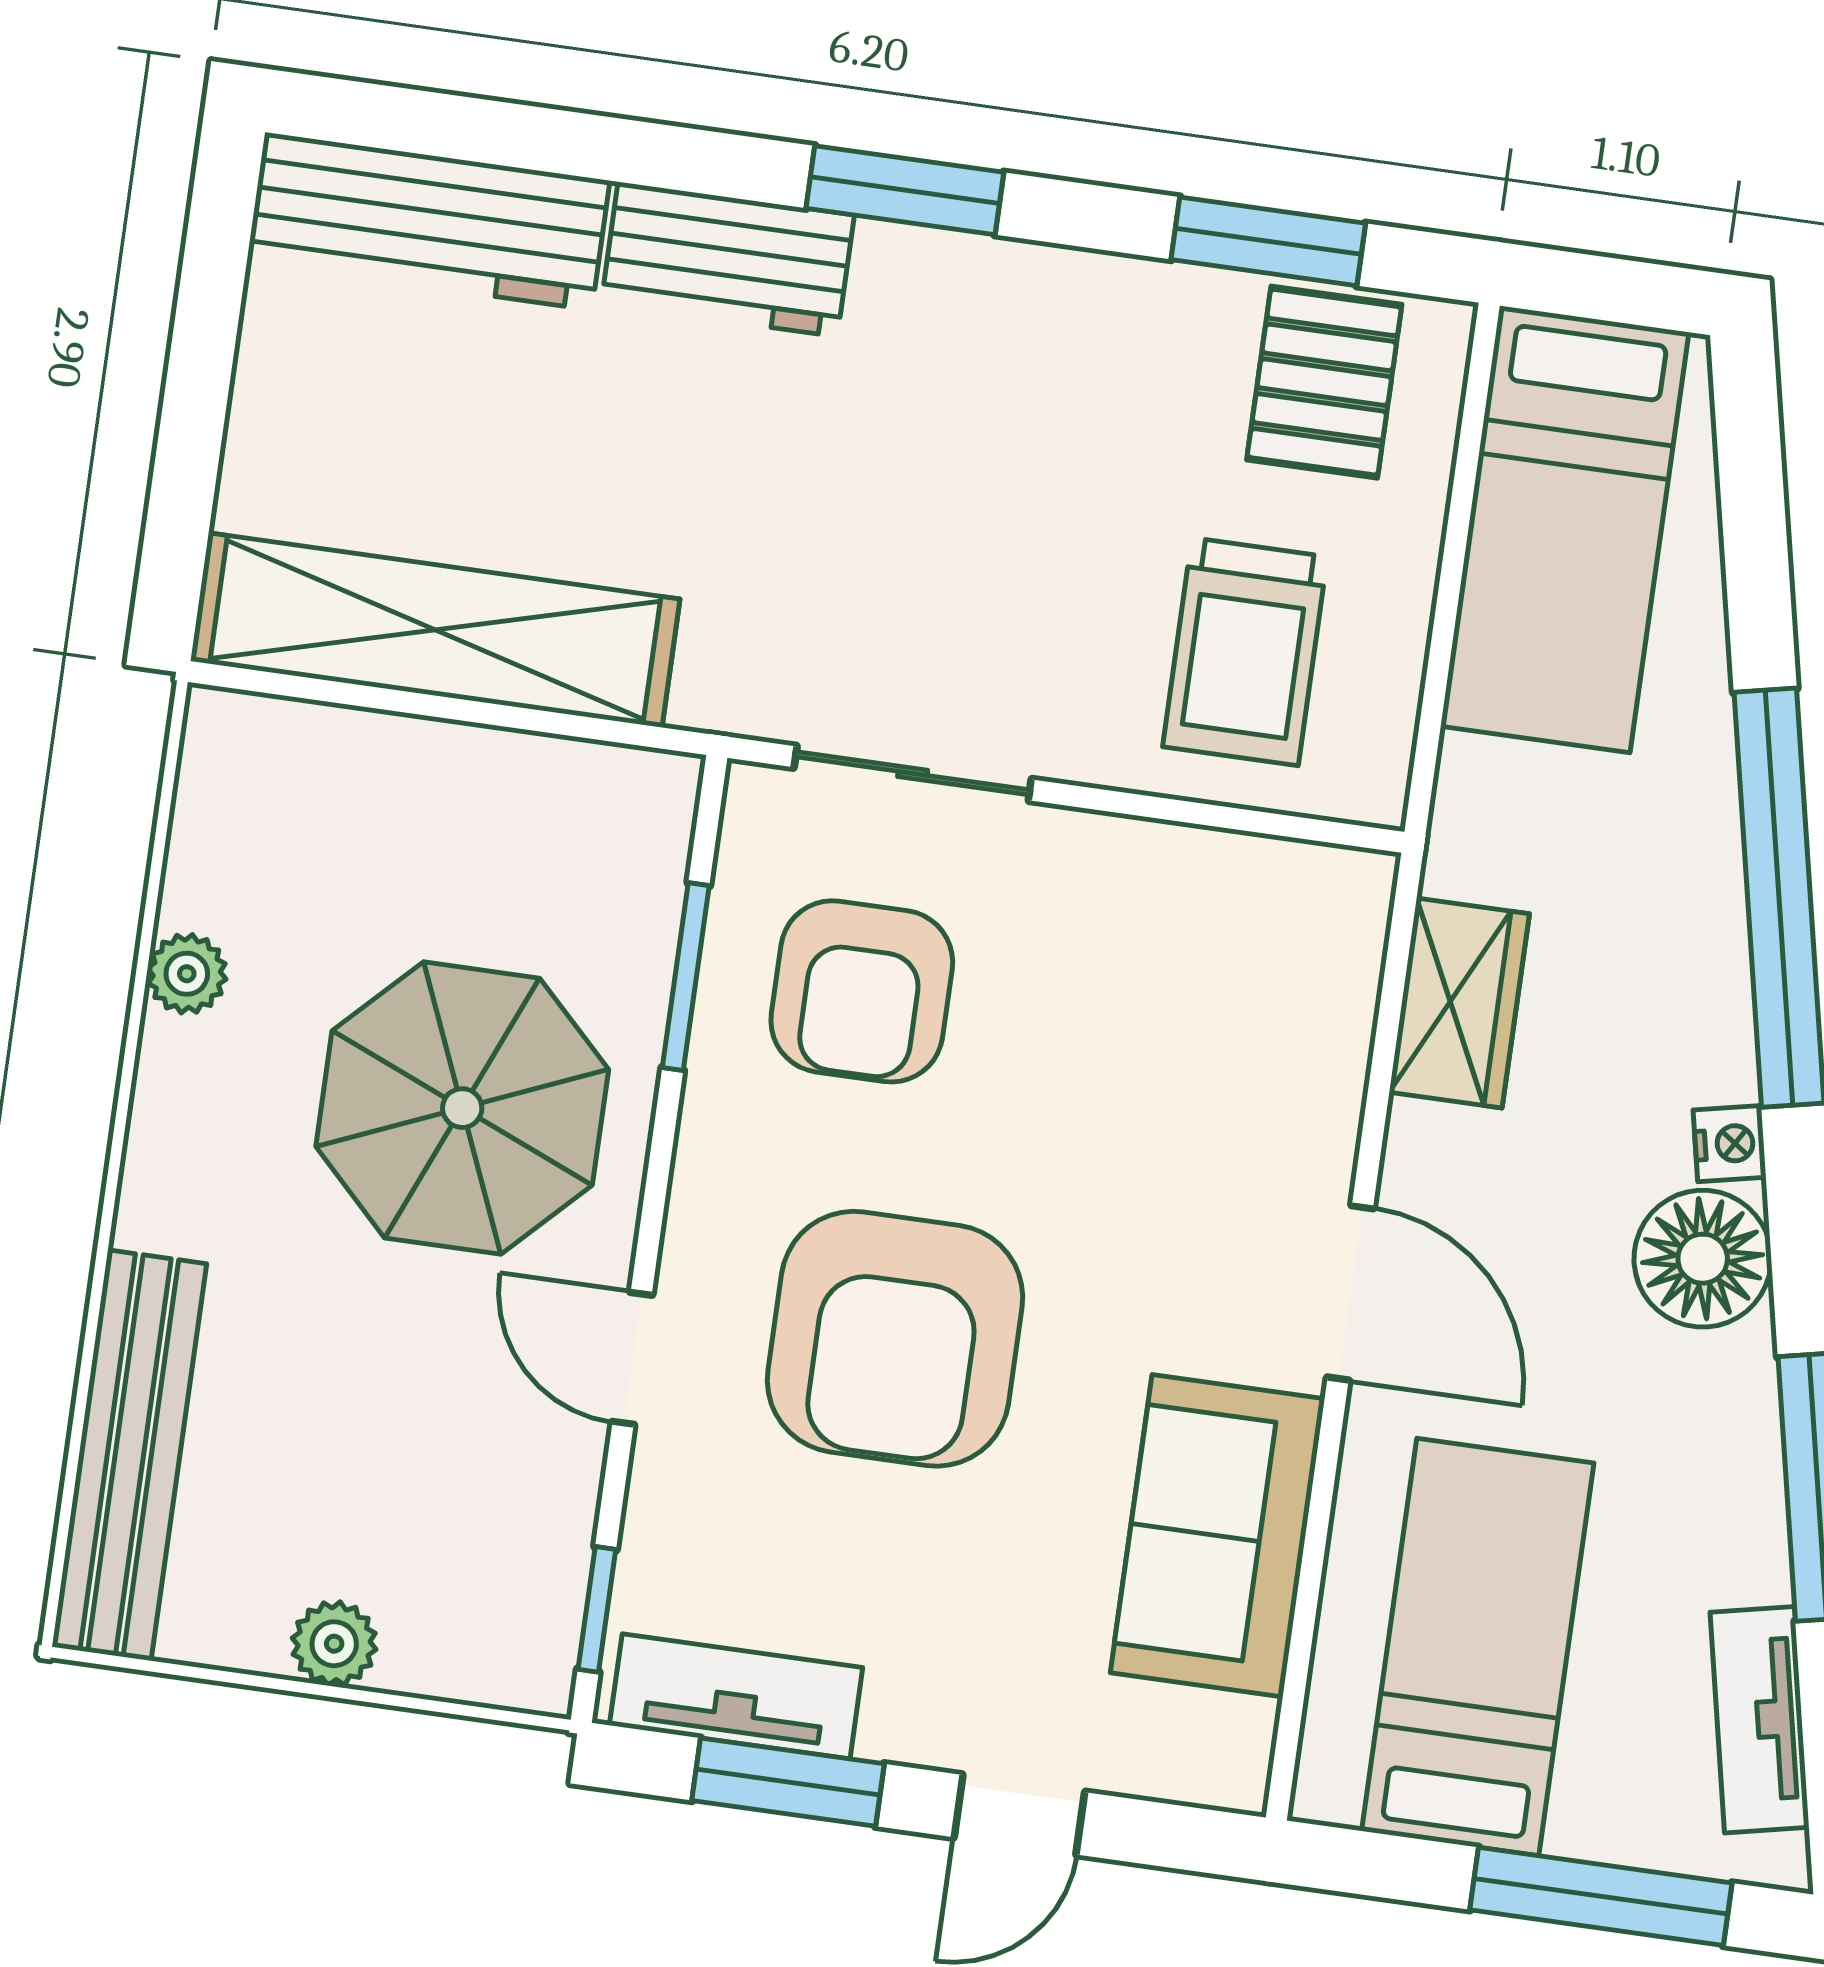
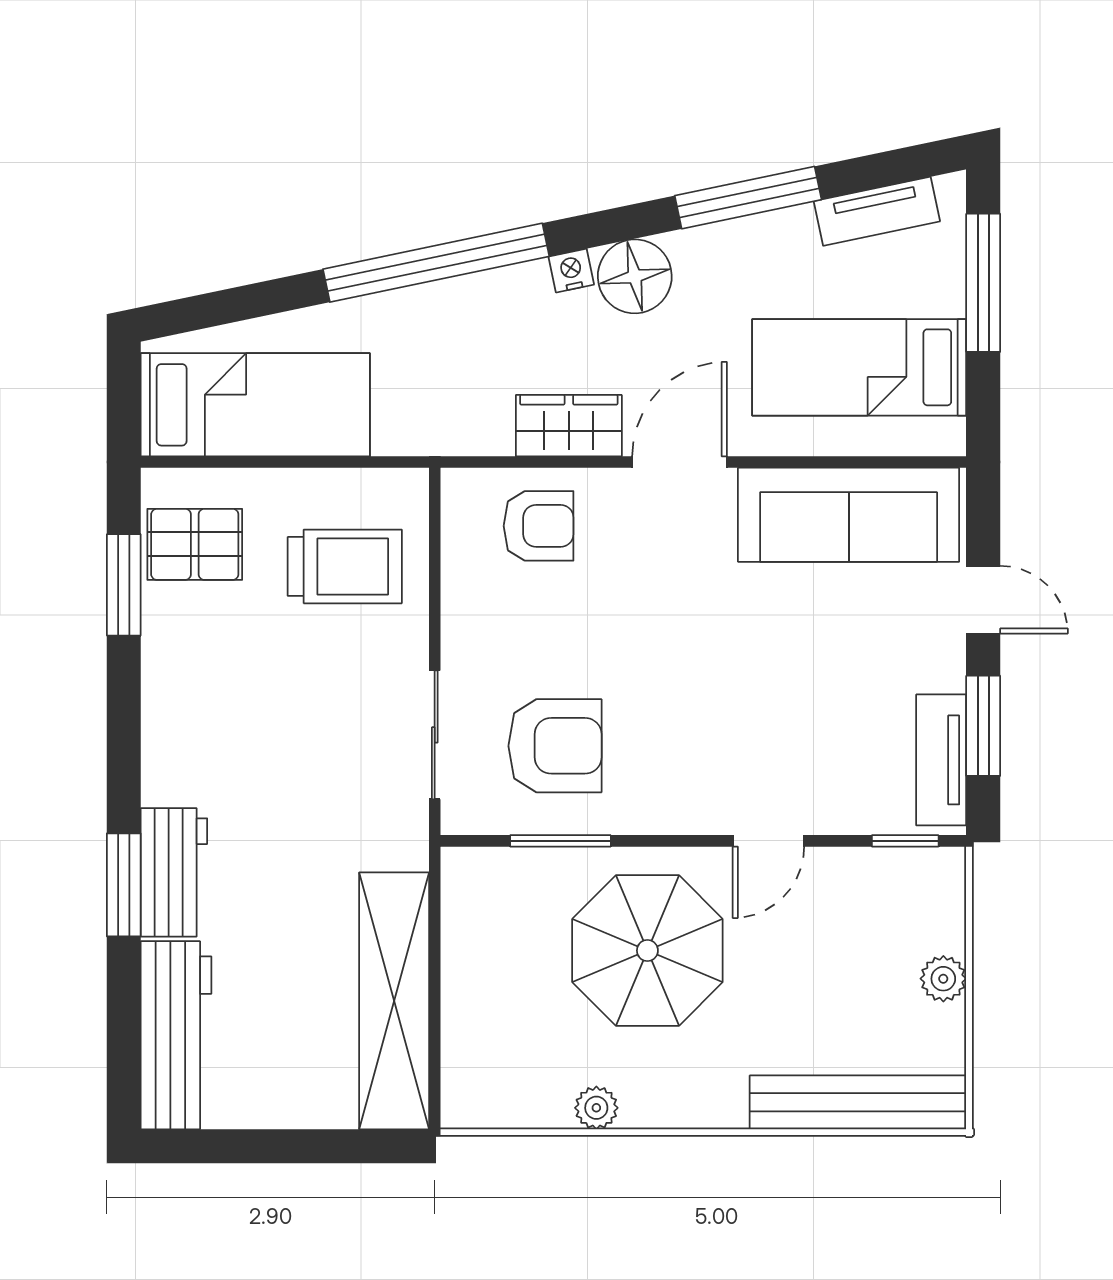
window: (905, 190) -> (124, 885), moved
wardrobe: (1459, 1003) -> (569, 426), moved
armchair: (895, 1339) -> (539, 526), moved, width x0.53, depth x0.53
sofa: (1218, 1536) -> (849, 515), width x1.36

